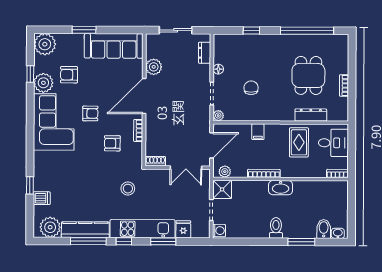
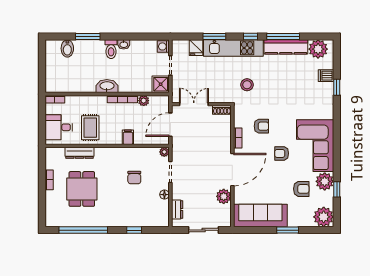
plant: (225, 172) -> (144, 101), moved
washbasin: (338, 233) -> (124, 44), moved

